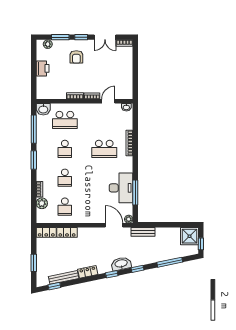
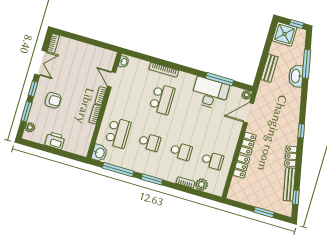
locker: (46, 232) -> (248, 144), moved
bench: (143, 232) -> (269, 68), moved
washbasin: (121, 264) -> (296, 76), moved
window: (137, 269) -> (304, 101), removed

